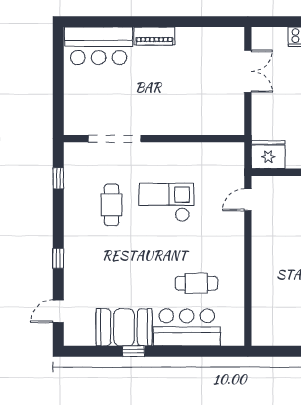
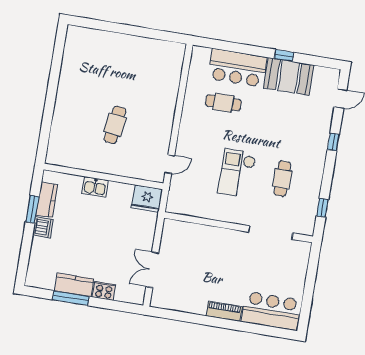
checkout: (166, 202) -> (237, 173), turned 90

